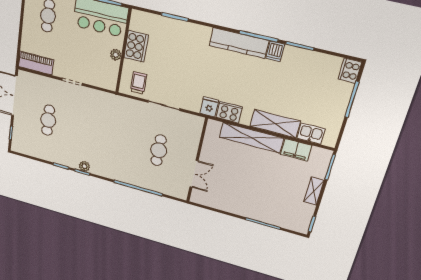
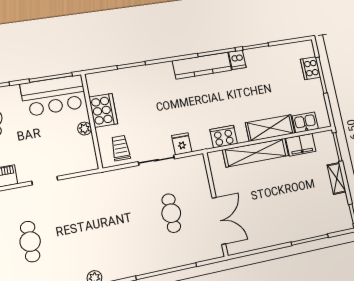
cooker: (350, 71) -> (310, 68), moved
fridge: (209, 107) -> (182, 144), moved
double door: (194, 174) -> (219, 221), width x1.37

